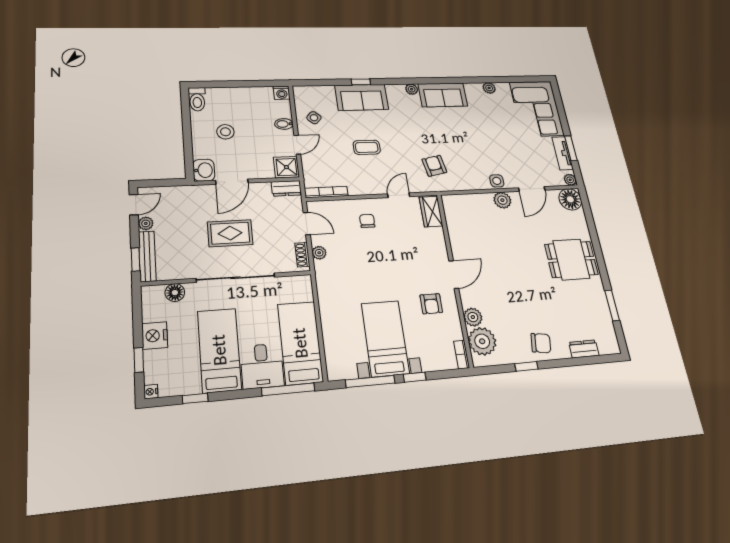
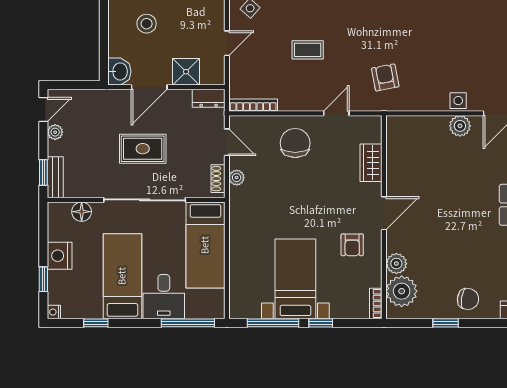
bidet: (284, 124) -> (214, 16), removed
shower: (286, 167) -> (186, 72), moved
wardrobe: (431, 212) -> (371, 163), moved
chair: (367, 221) -> (295, 143), width x1.87, depth x1.87
bench: (147, 256) -> (55, 177), width x0.73
bed: (300, 343) -> (205, 245), moved, turned 180

